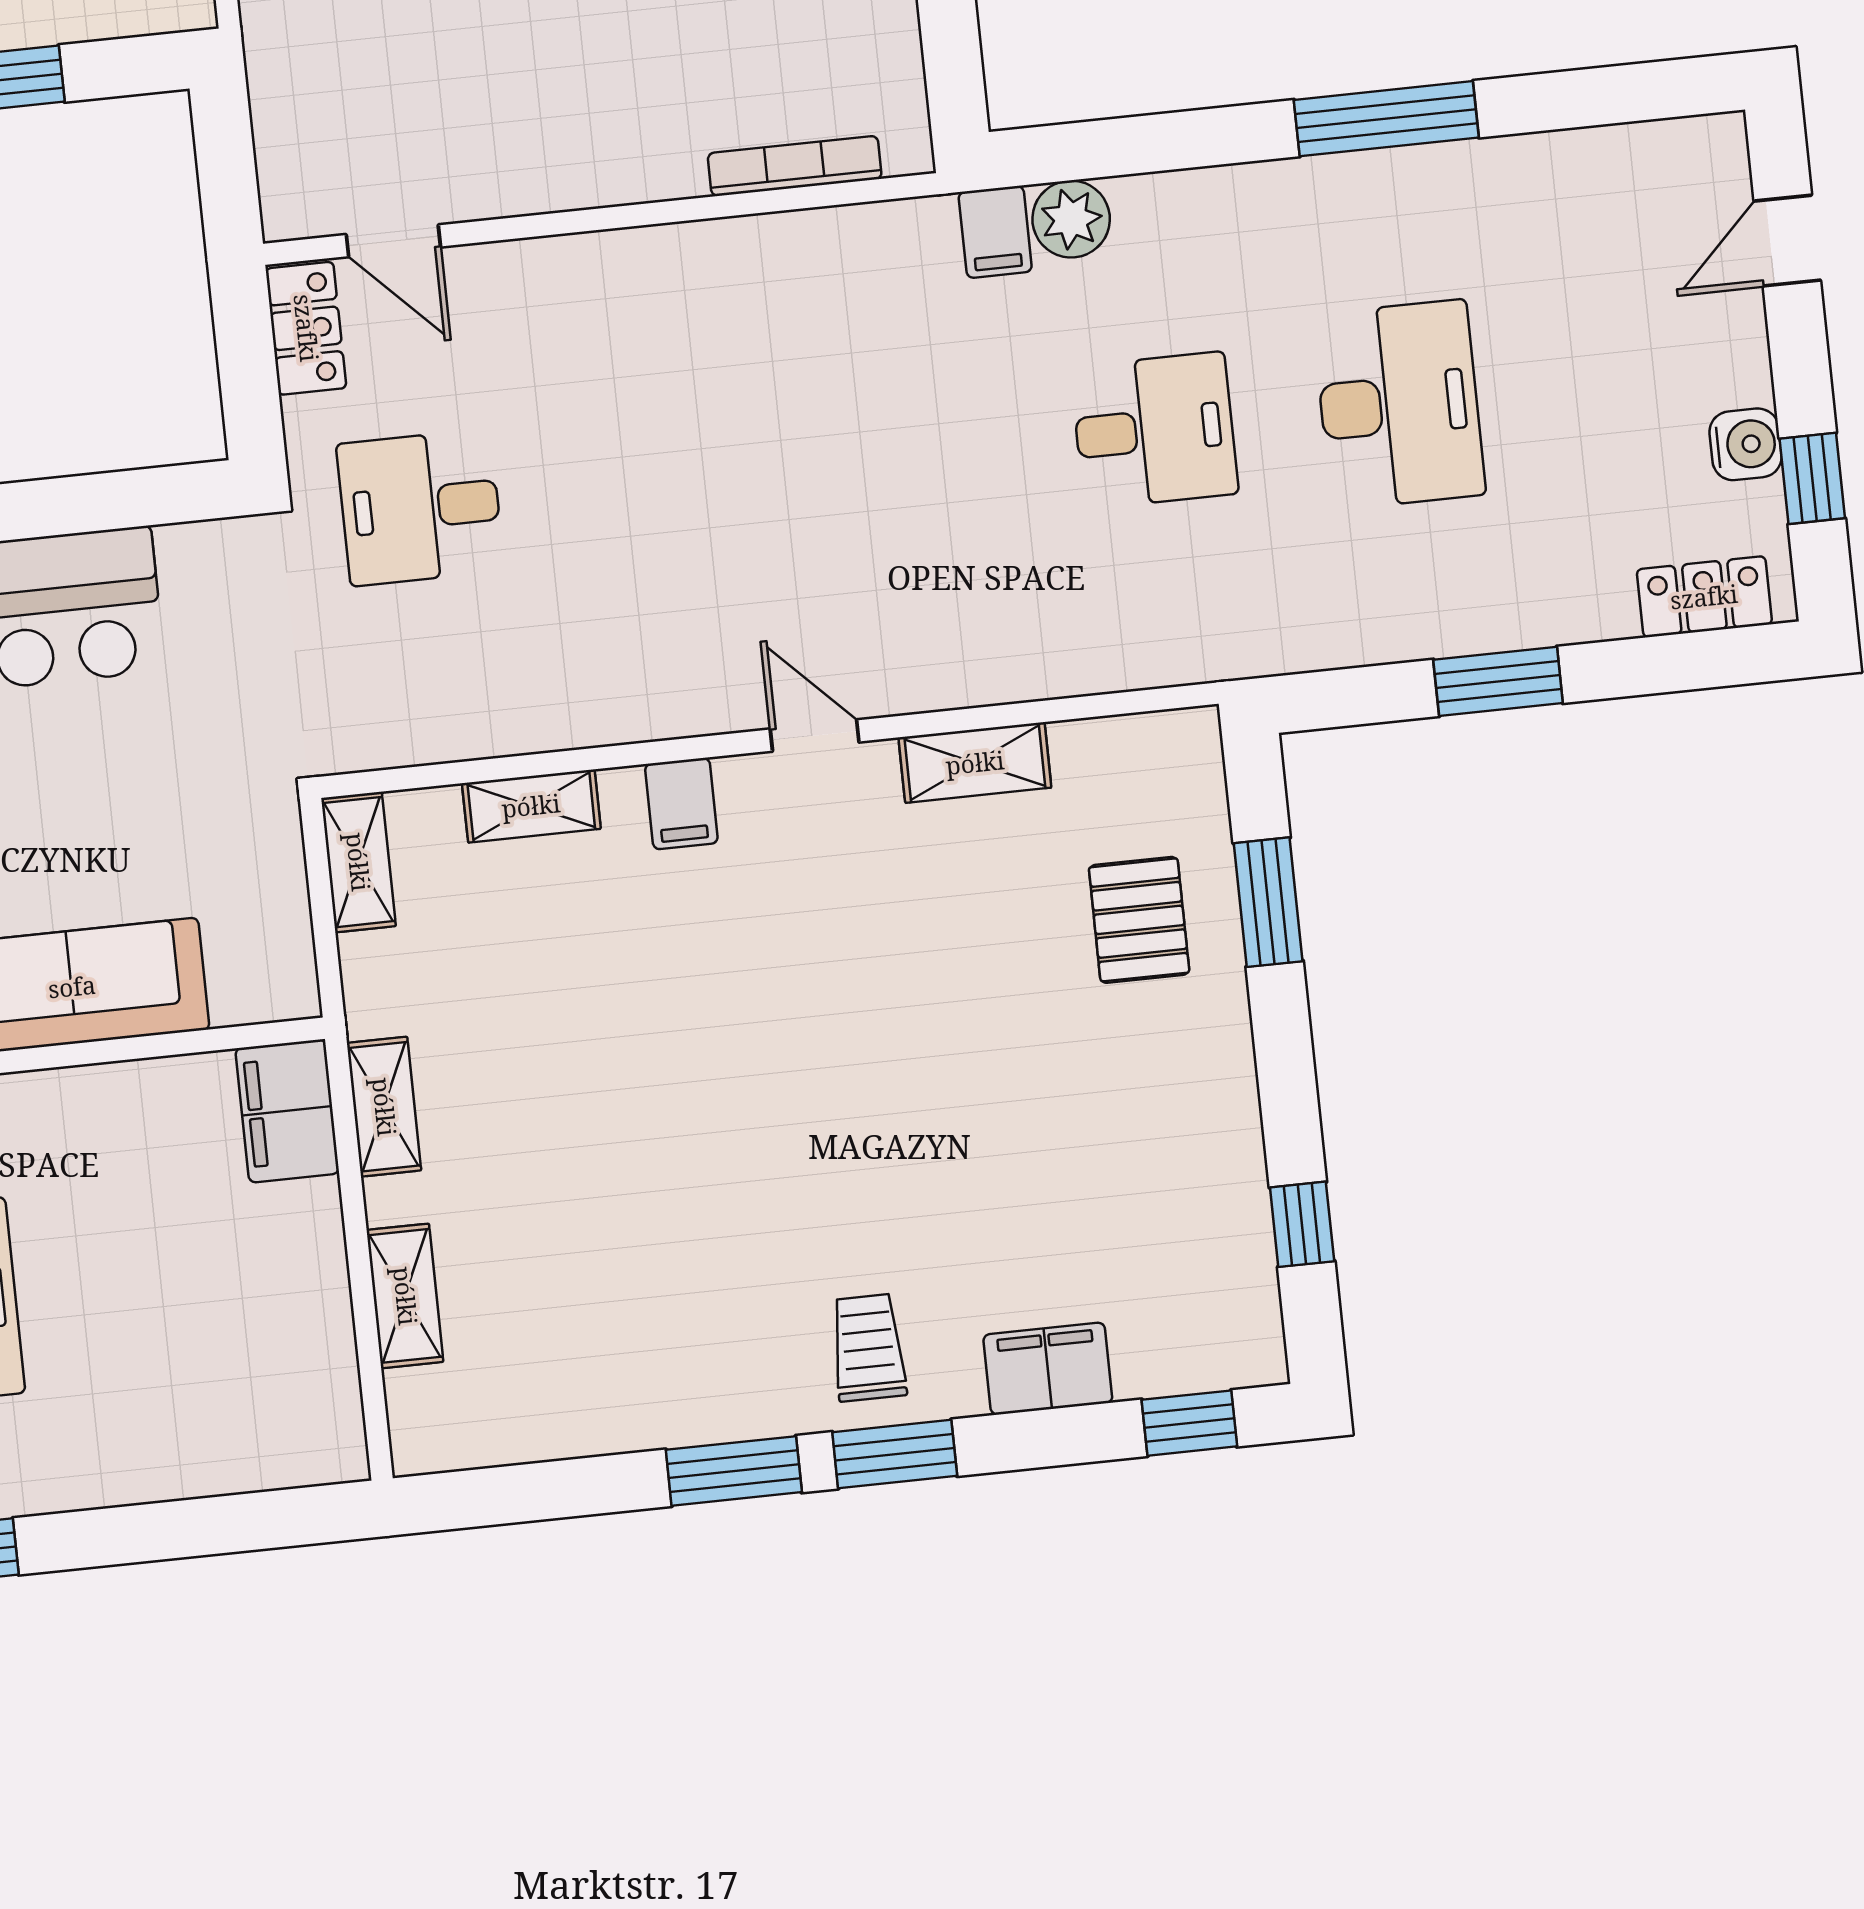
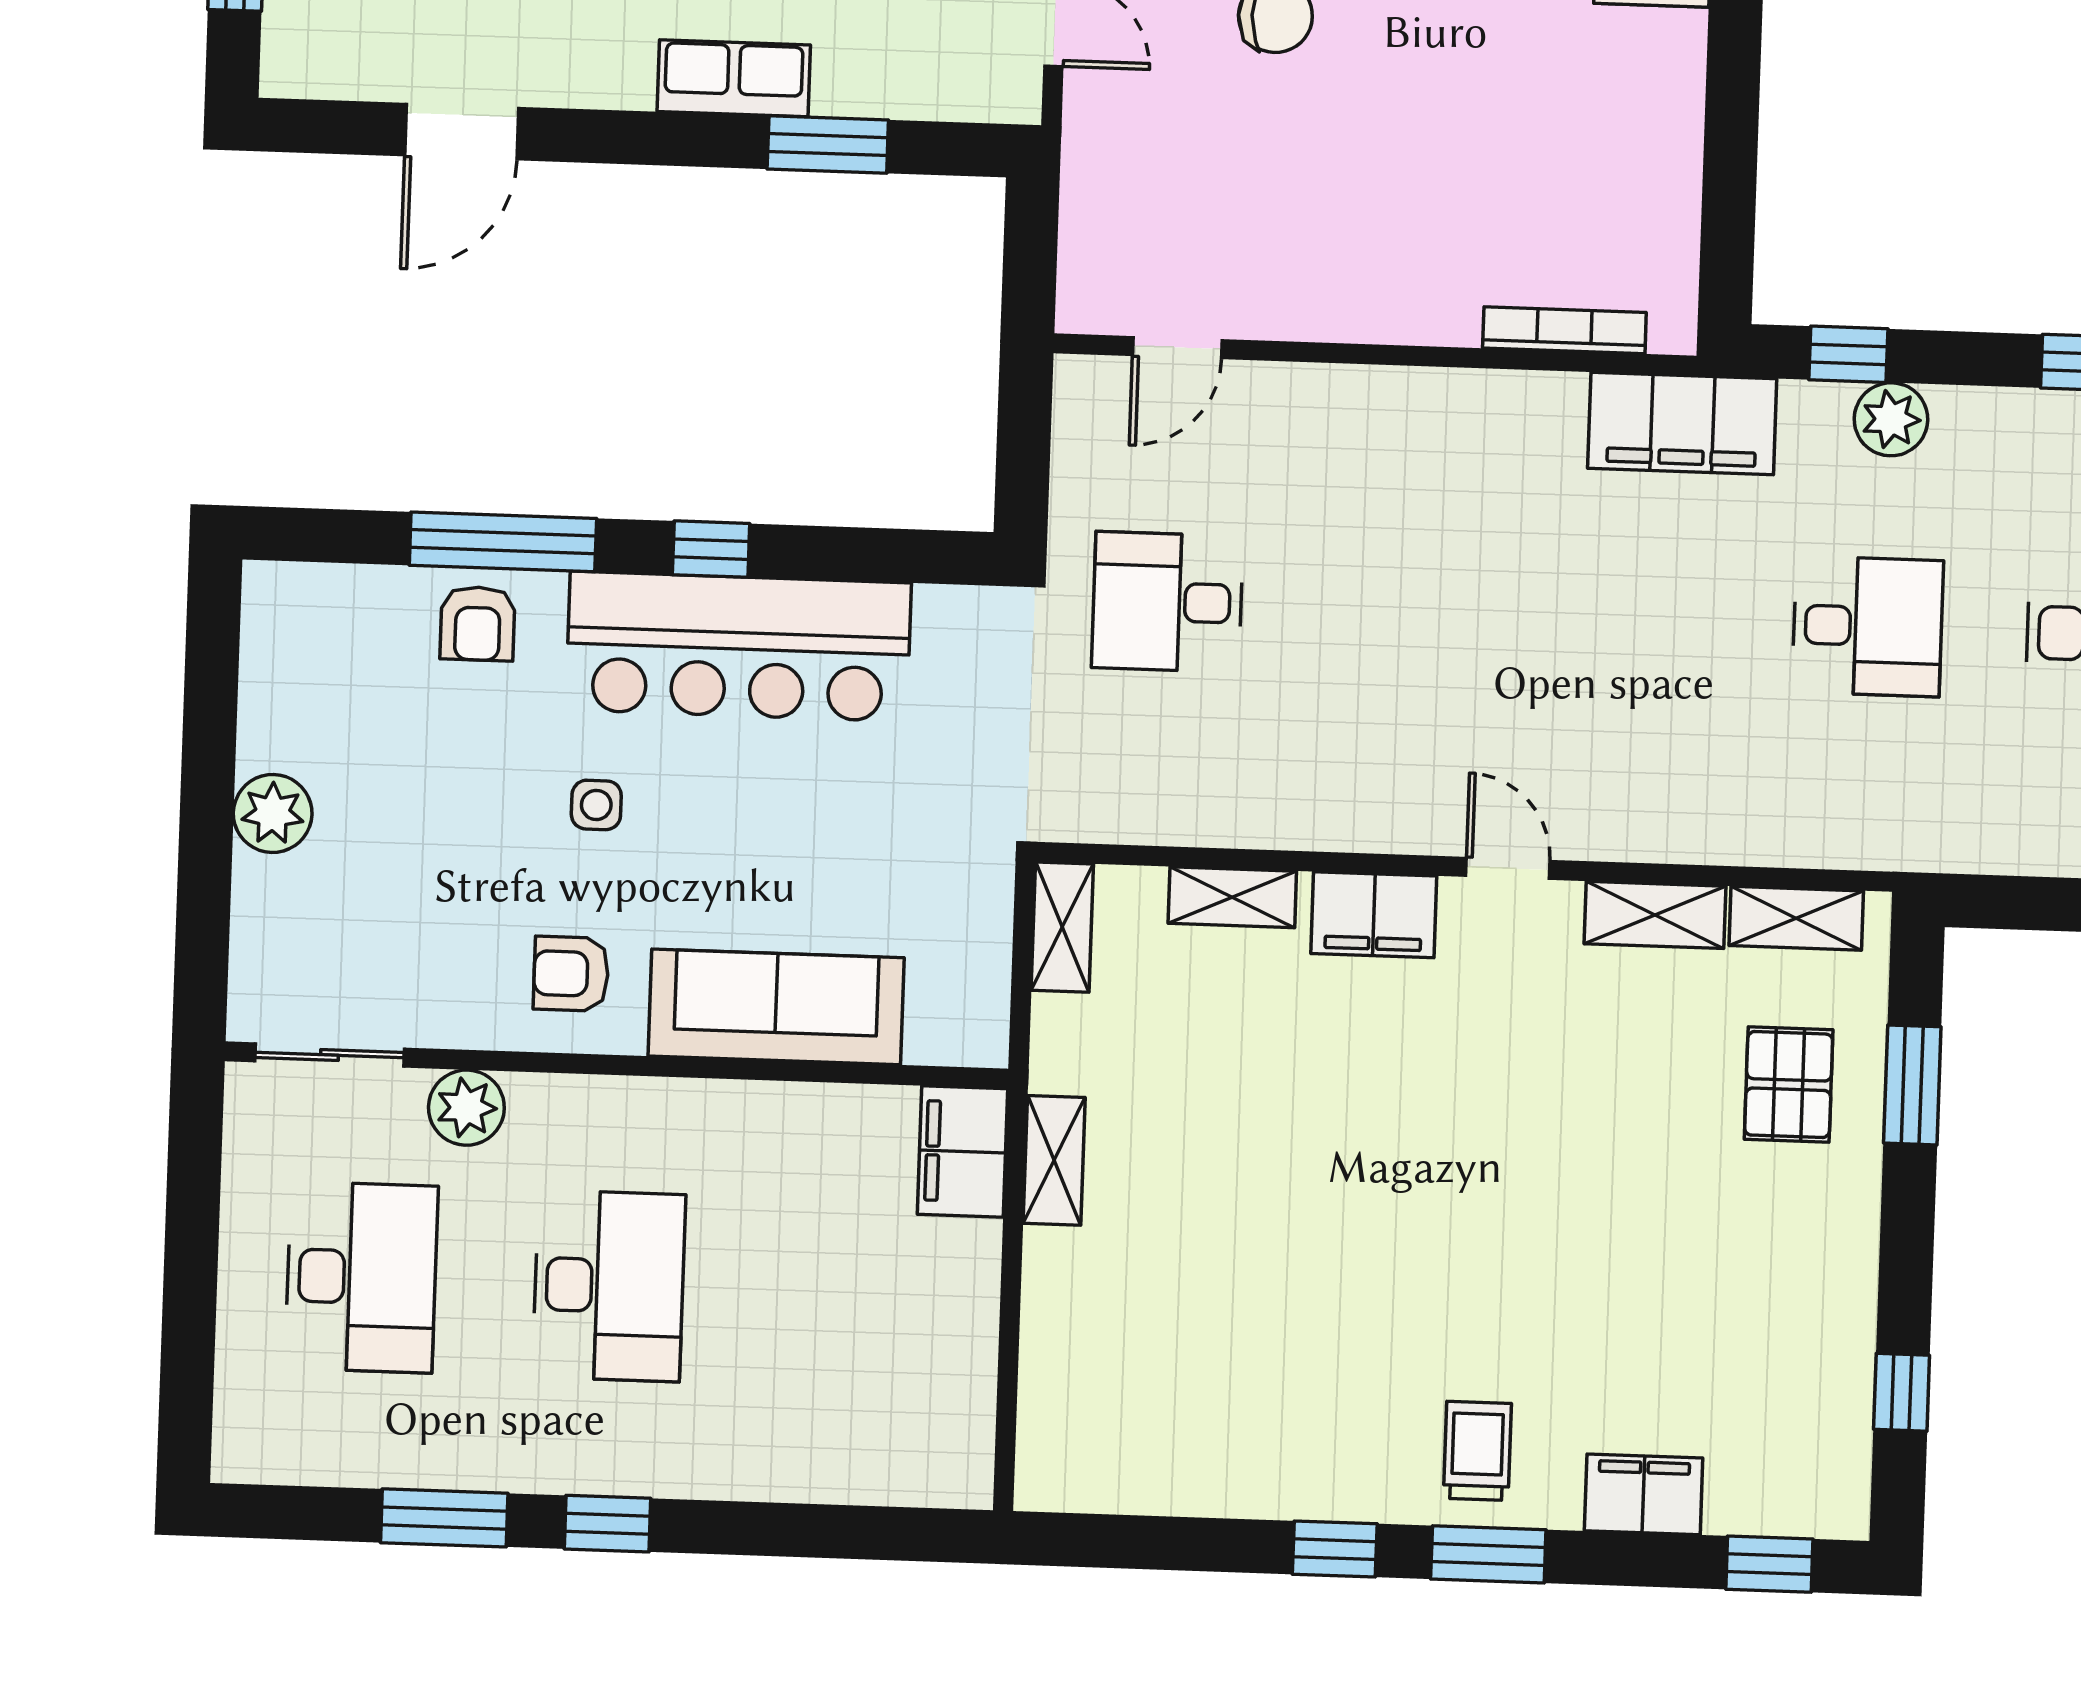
window: (1094, 149) -> (1848, 354), added
plant: (1071, 219) -> (1891, 419), moved
filing cabinet: (995, 232) -> (1682, 423), width x3.00, depth x1.17
door: (393, 241) -> (1177, 348), hinge flipped
locker: (306, 328) -> (1084, 418), removed
filing cabinet: (681, 804) -> (1374, 915), width x2.00
shelving: (405, 1296) -> (1796, 918), moved, turned 90
window: (734, 1471) -> (1335, 1549), width x0.67

